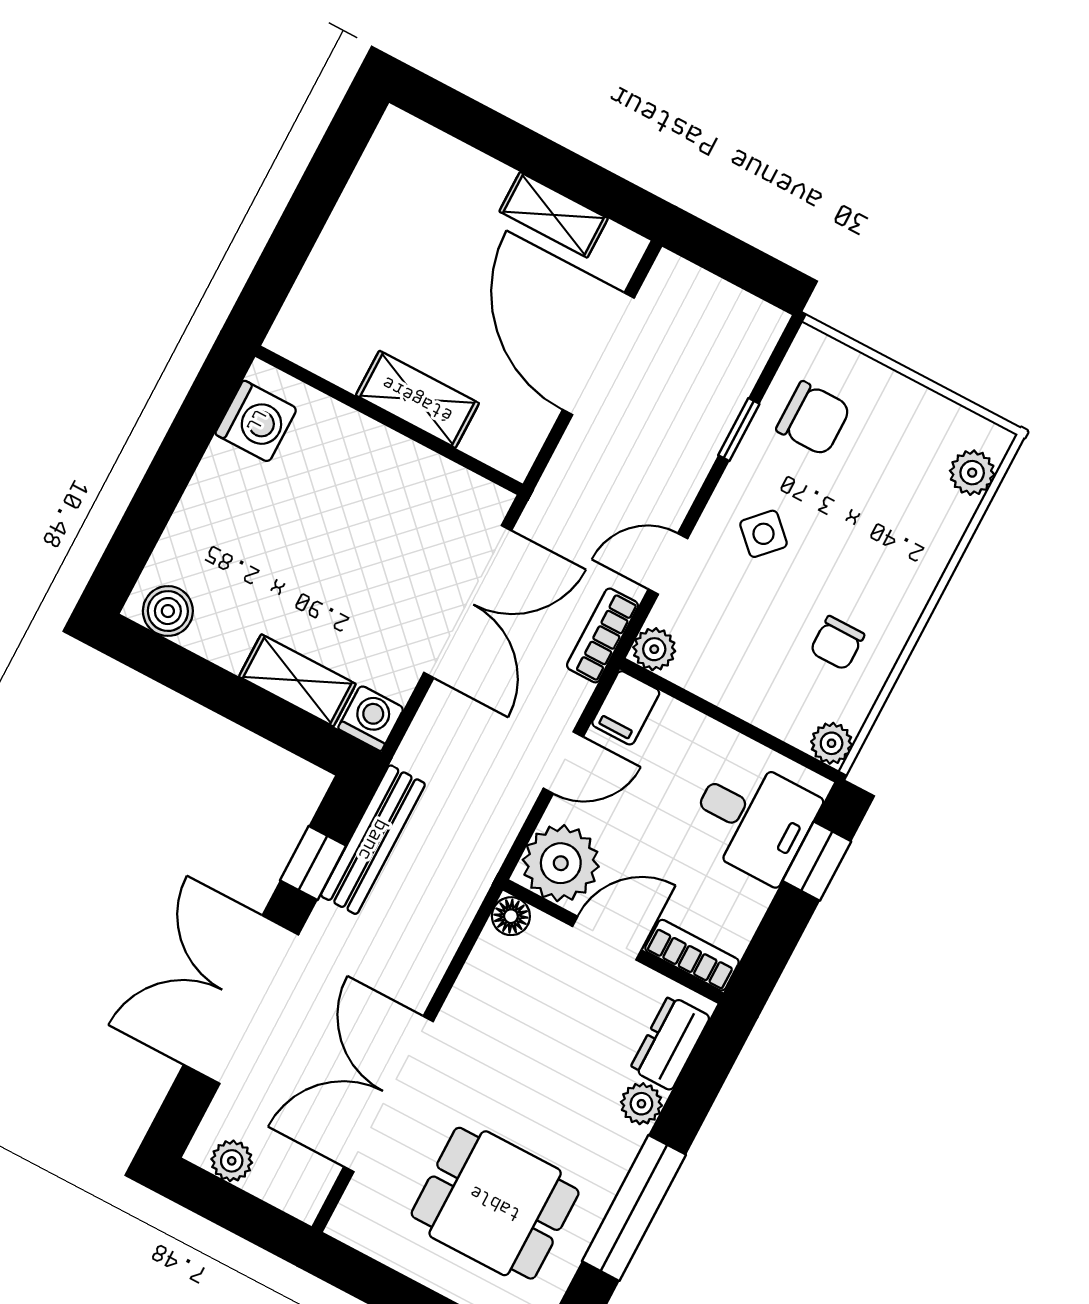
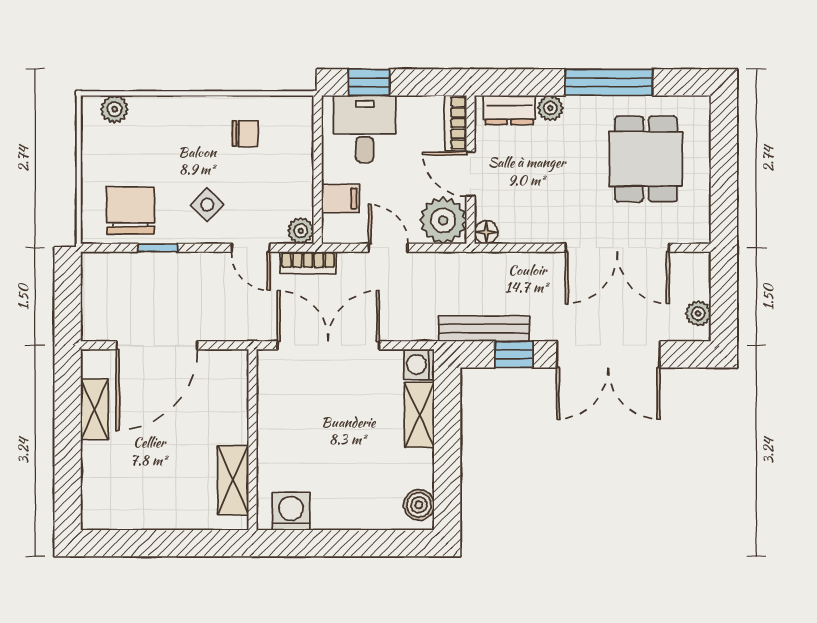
shelving: (417, 399) -> (233, 480), moved
chair: (813, 418) -> (130, 210), width x1.37, depth x1.37
filing cabinet: (626, 708) -> (341, 198), moved
plant: (832, 743) -> (301, 108), removed

